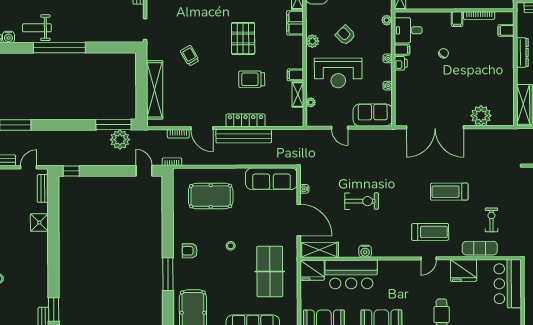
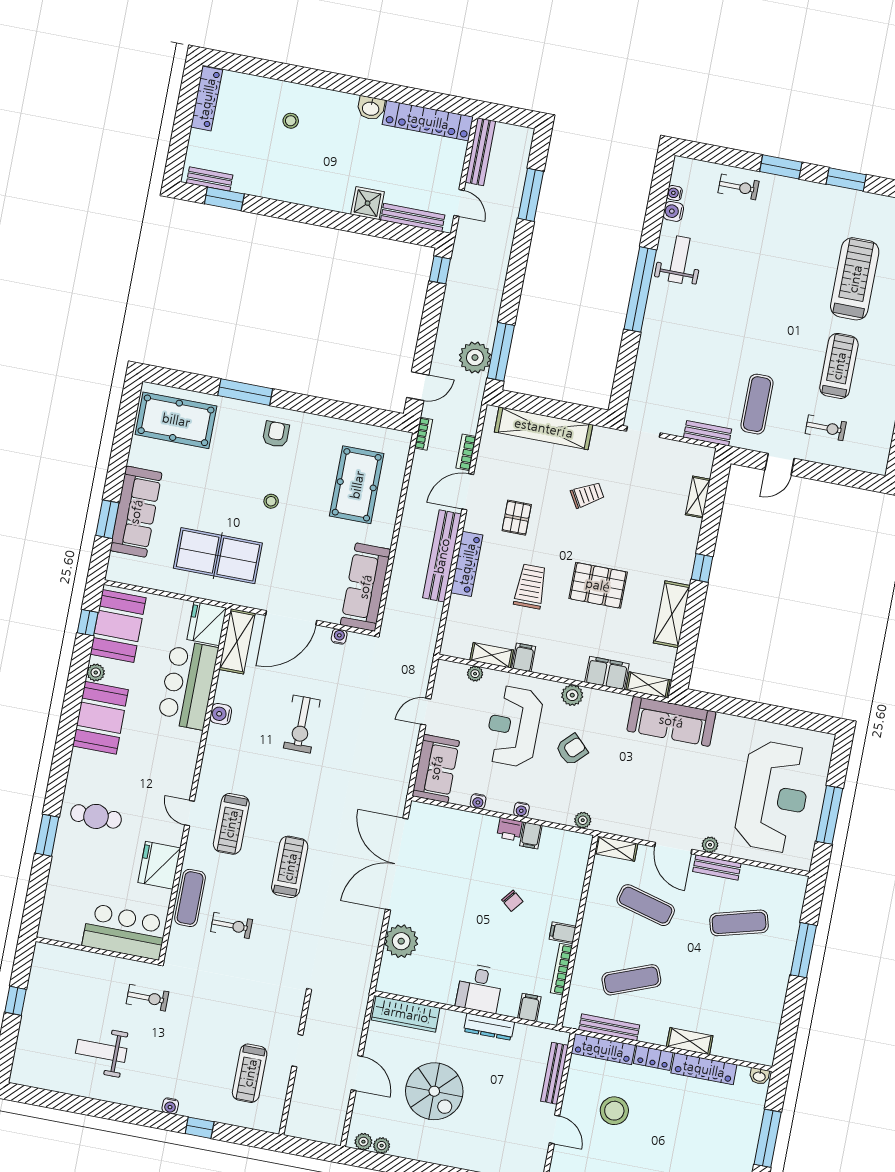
desk: (408, 30) -> (479, 988), moved, turned 180
pallet: (212, 96) -> (517, 518), added
bench: (43, 188) -> (413, 217), width x1.36

